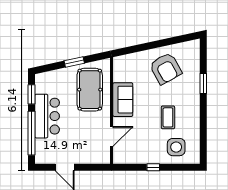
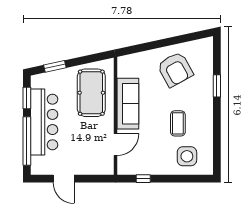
window: (74, 62) -> (55, 66), moved
sofa: (123, 100) -> (128, 104), width x1.36
bar counter: (47, 116) -> (44, 122), width x1.36
window: (153, 167) -> (143, 179), moved

